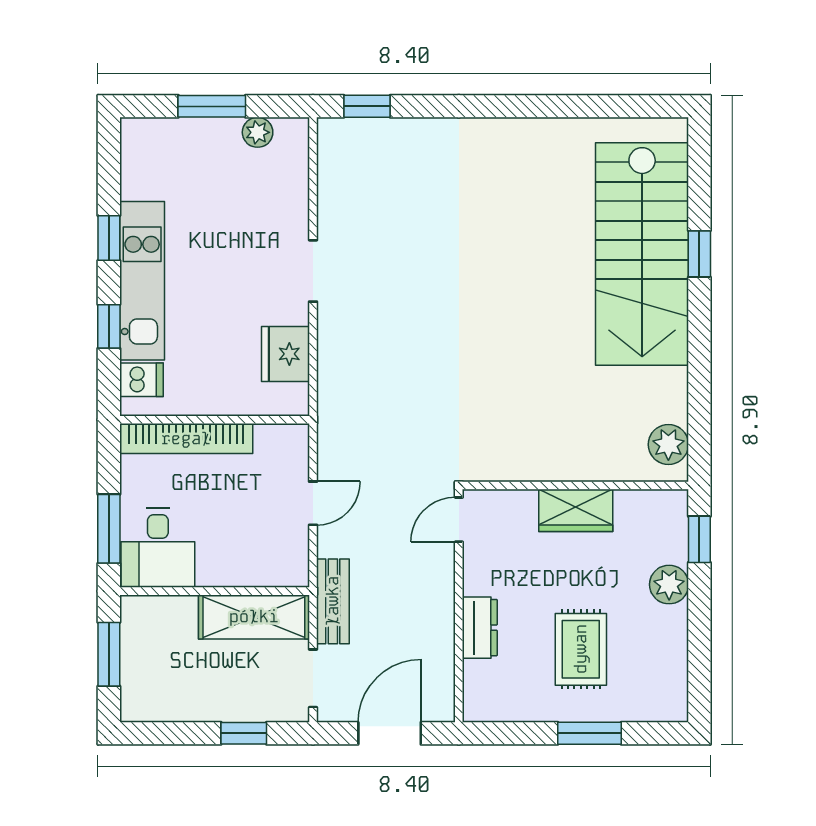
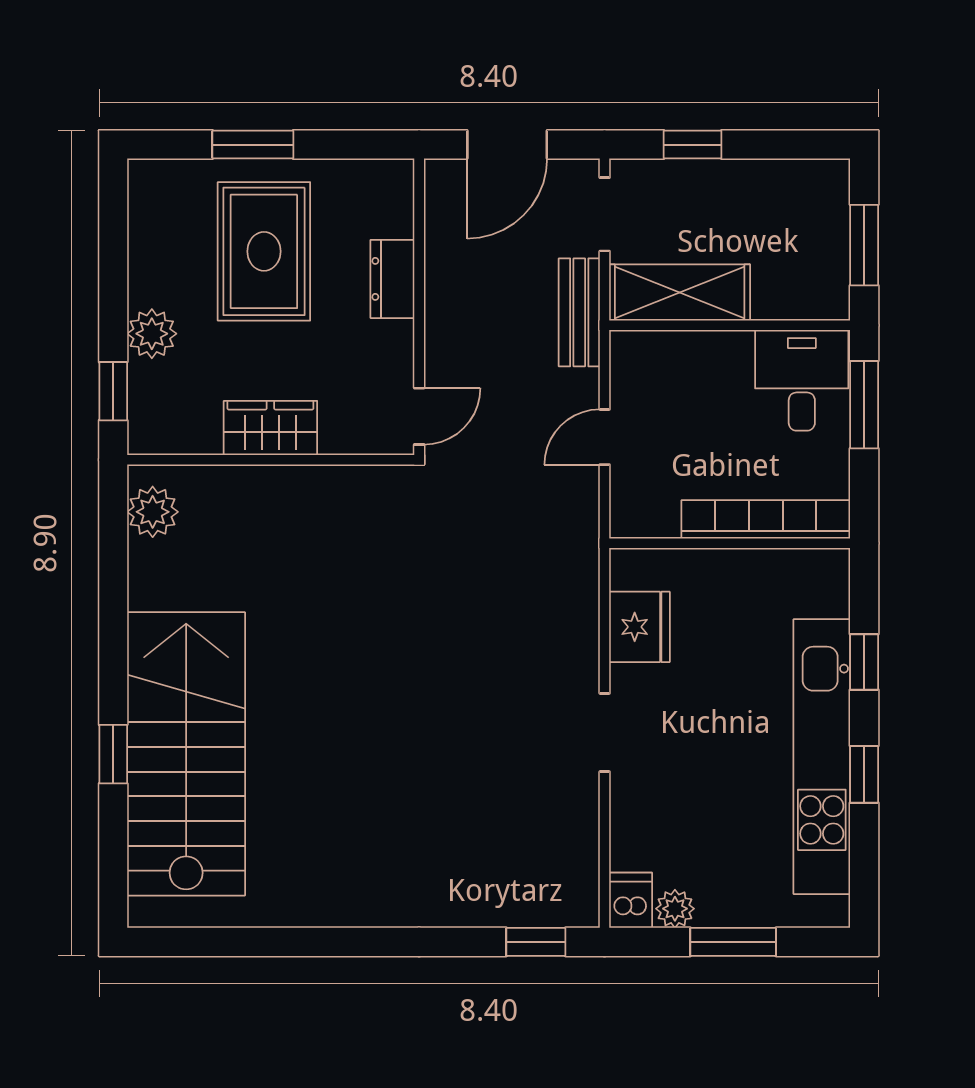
kitchen unit: (142, 281) -> (822, 757), width x1.36
dishwasher: (141, 380) -> (631, 900), moved, turned 90
rug: (581, 649) -> (264, 251), width x1.36, depth x1.43

